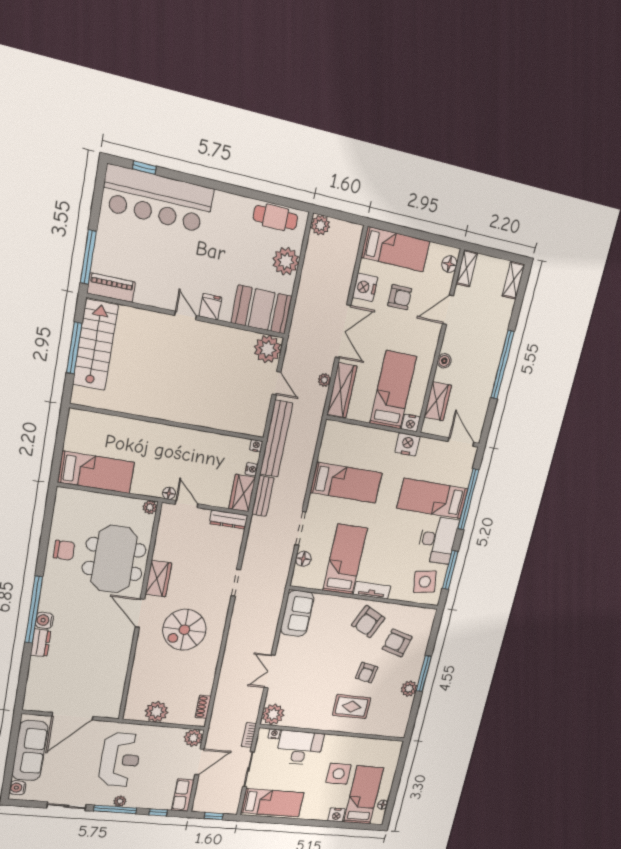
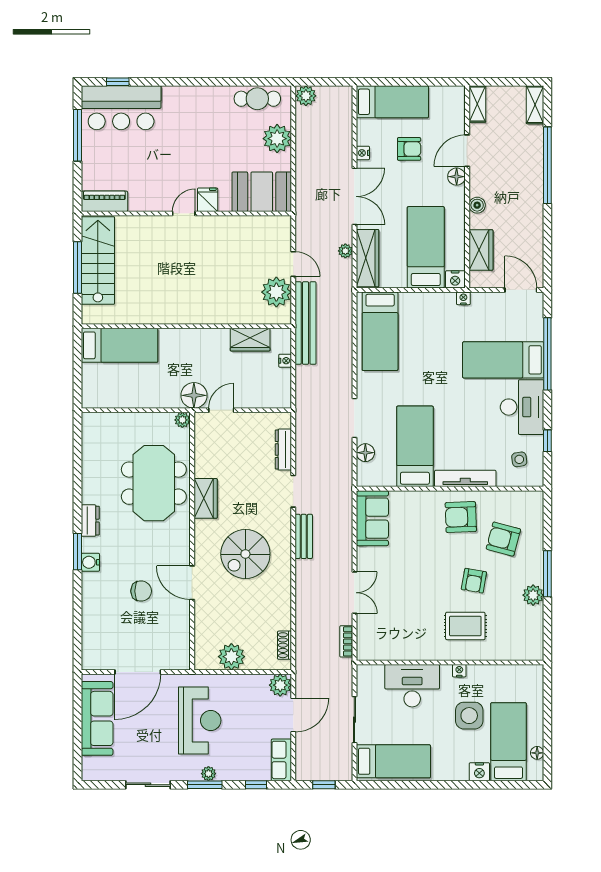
bar counter: (158, 199) -> (121, 108), width x0.73
window: (88, 257) -> (77, 135), moved
floor lamp: (449, 264) -> (457, 177), moved
nightstand: (365, 287) -> (363, 153), width x0.53, depth x0.56
door: (186, 316) -> (184, 214), hinge flipped
plant: (268, 349) -> (276, 292), moved
window: (502, 365) -> (547, 165), moved
nightstand: (407, 444) -> (463, 298), width x0.53, depth x0.56
nightstand: (256, 446) -> (285, 334), removed
bed: (96, 472) -> (119, 345), moved
bed: (346, 483) -> (380, 331), moved, turned 90
floor lamp: (169, 493) -> (194, 395), width x1.89, depth x1.89
wardrobe: (242, 493) -> (250, 340), moved, turned -90
bench: (263, 496) -> (304, 536), moved
door: (187, 504) -> (221, 410), hinge flipped
dresser: (229, 519) -> (283, 450), moved, turned 90
chair: (64, 550) -> (141, 591), moved
window: (450, 570) -> (547, 441), width x0.46
side table: (425, 582) -> (519, 459), width x0.54, depth x0.54
tv unit: (372, 590) -> (465, 478), width x1.41
window: (34, 610) -> (77, 552), width x0.47
door: (140, 613) -> (192, 583), moved
armchair: (368, 622) -> (461, 517), turned 62
dresser: (41, 643) -> (90, 521), moved
double door: (270, 671) -> (354, 593), swing flipped
plant: (273, 714) -> (370, 646), removed
nightstand: (274, 734) -> (459, 671), moved
bookcase: (249, 735) -> (346, 641), moved
water cooler: (18, 788) -> (90, 766), removed
window: (115, 809) -> (205, 785), width x0.69

